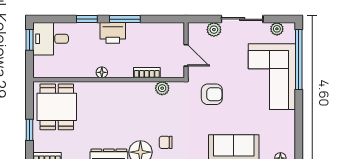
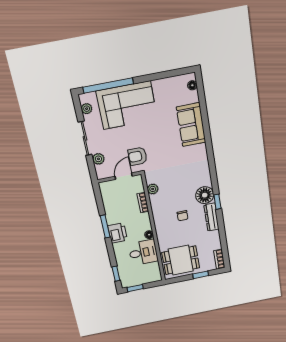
window: (87, 19) -> (116, 274), moved
desk: (51, 39) -> (143, 253), moved, turned -90
armchair: (212, 94) -> (138, 156), moved, turned -90
chair: (166, 142) -> (183, 216), moved

